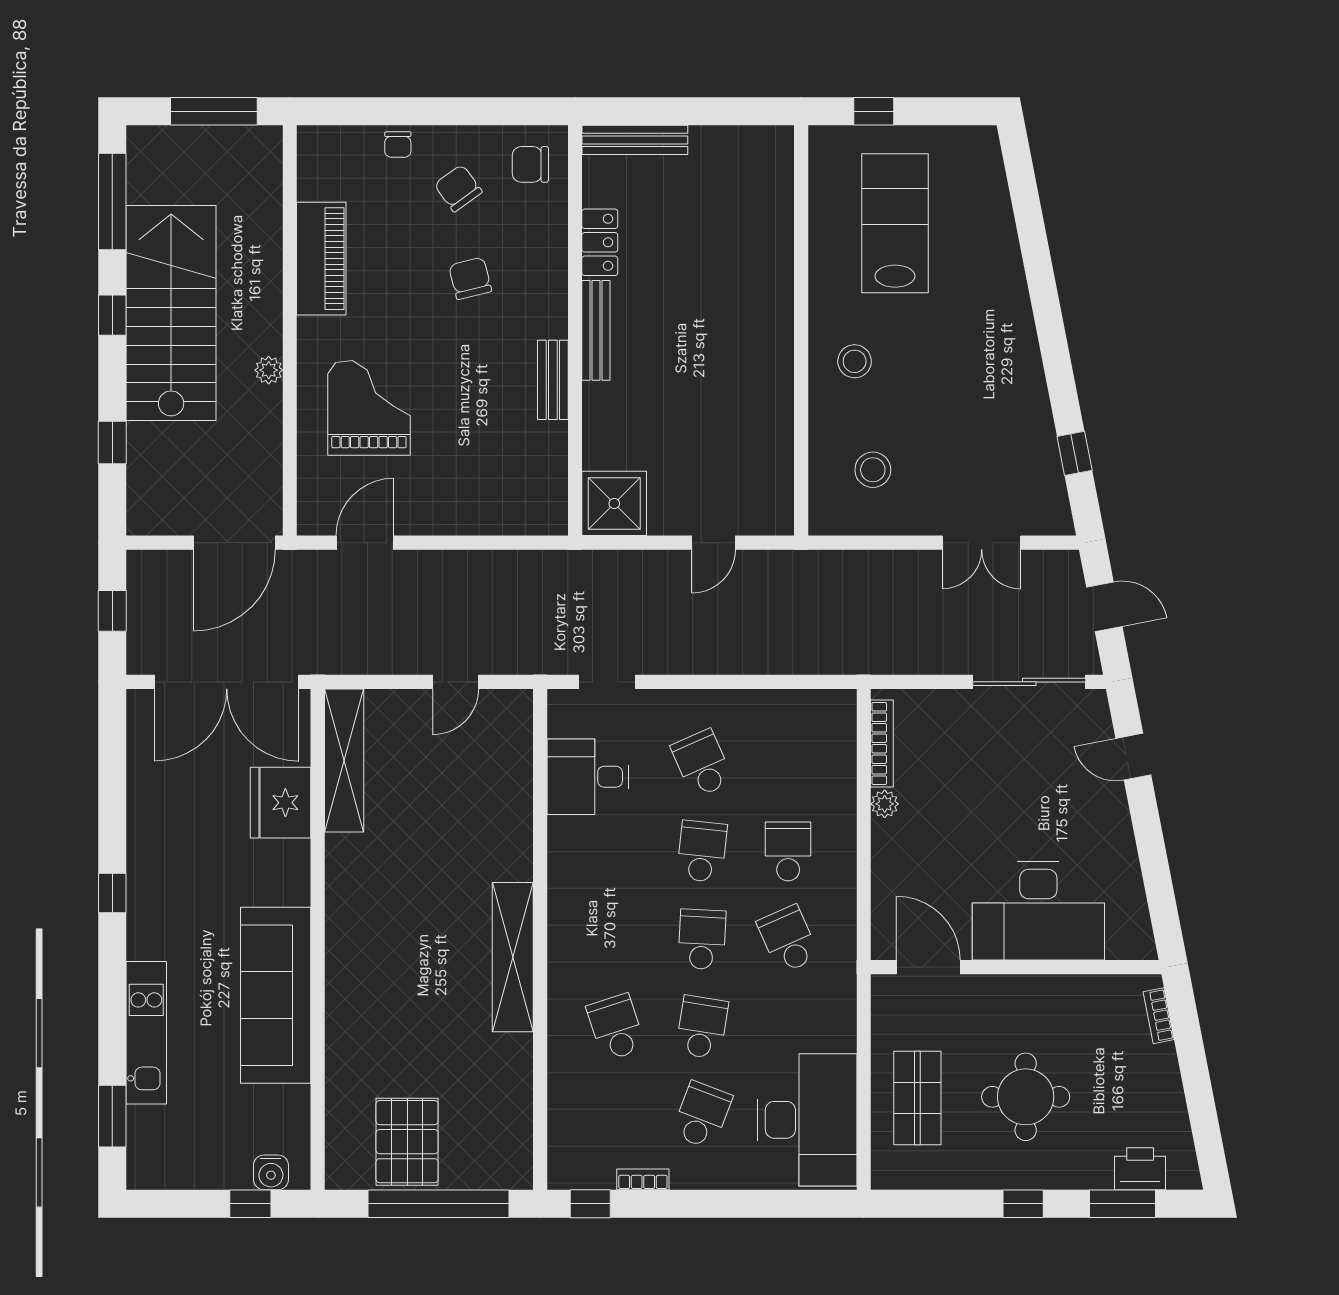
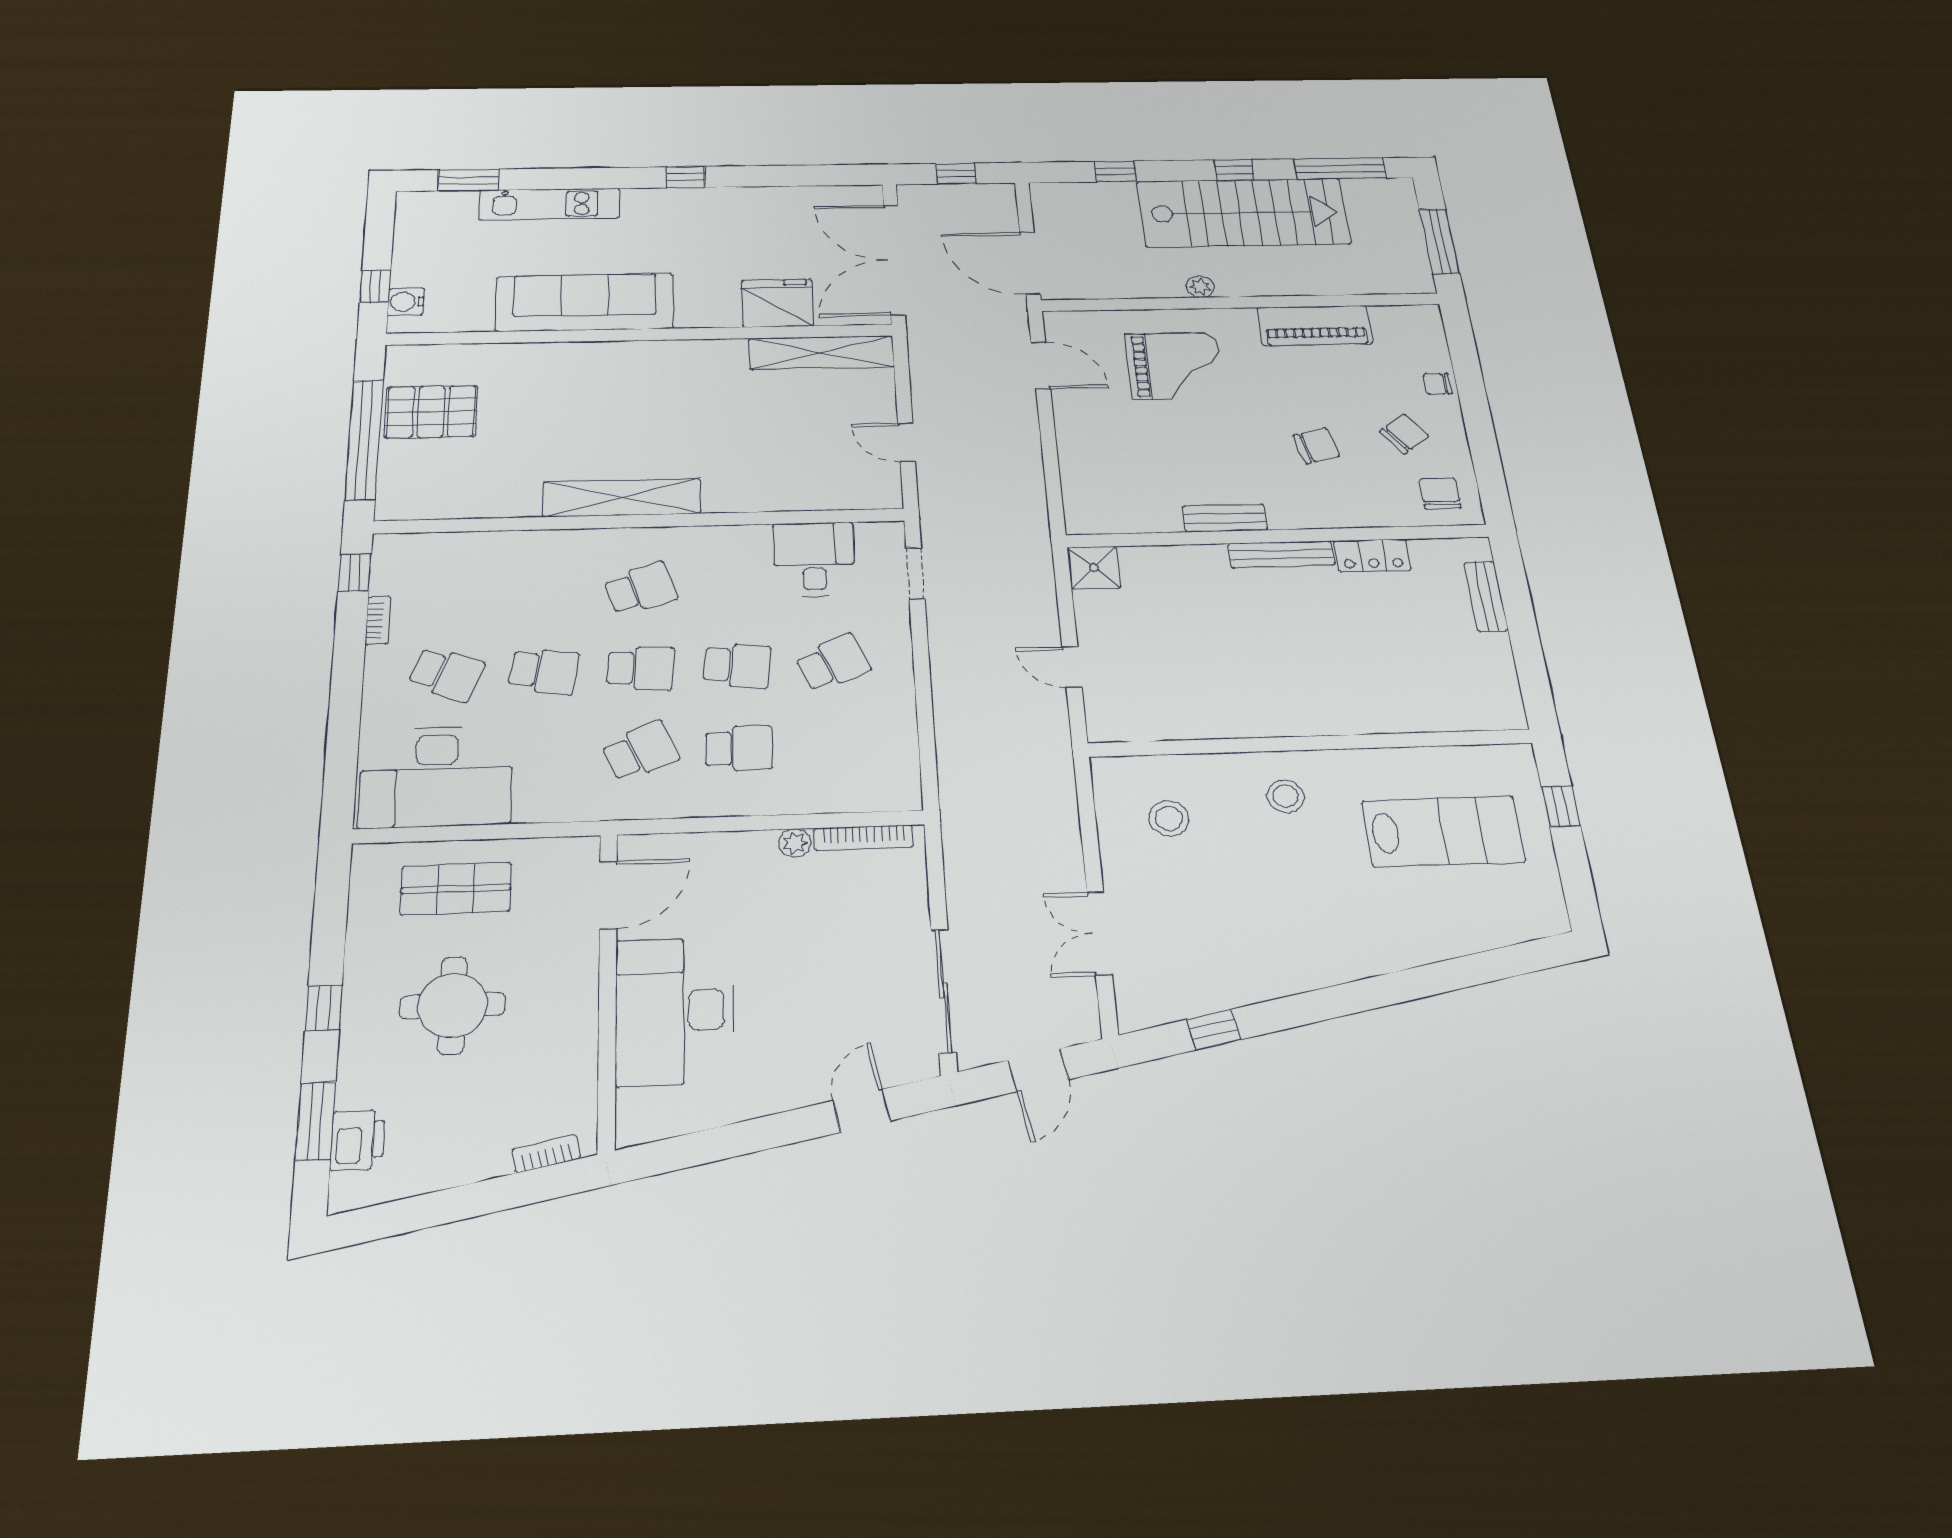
bench: (635, 140) -> (1486, 596), width x0.73
shower: (614, 503) -> (1094, 568), width x0.73, depth x0.73
school desk: (616, 1027) -> (641, 589), moved

